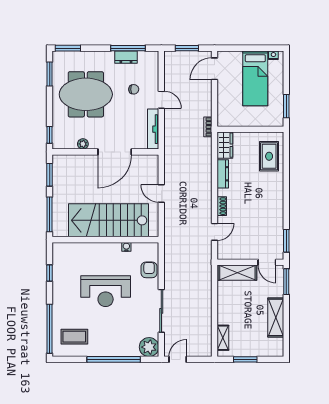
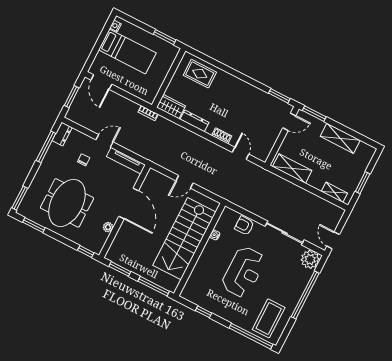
dresser: (126, 57) -> (62, 134), moved
shelving: (237, 273) -> (292, 169), moved, turned 90
coffee table: (74, 337) -> (269, 318), width x1.36, depth x1.32

